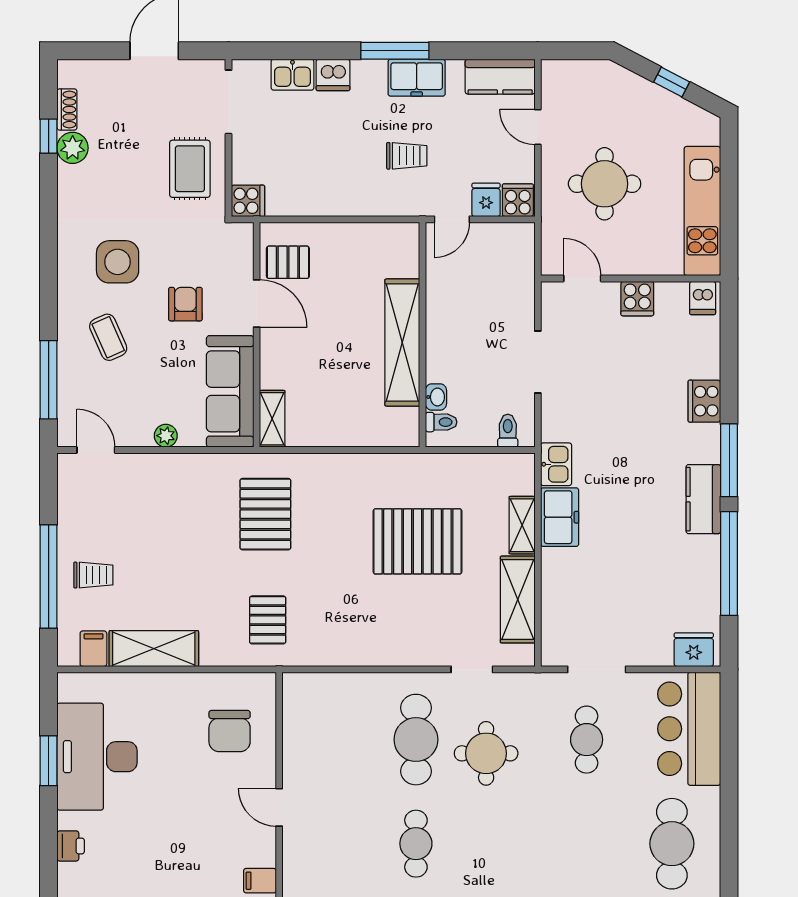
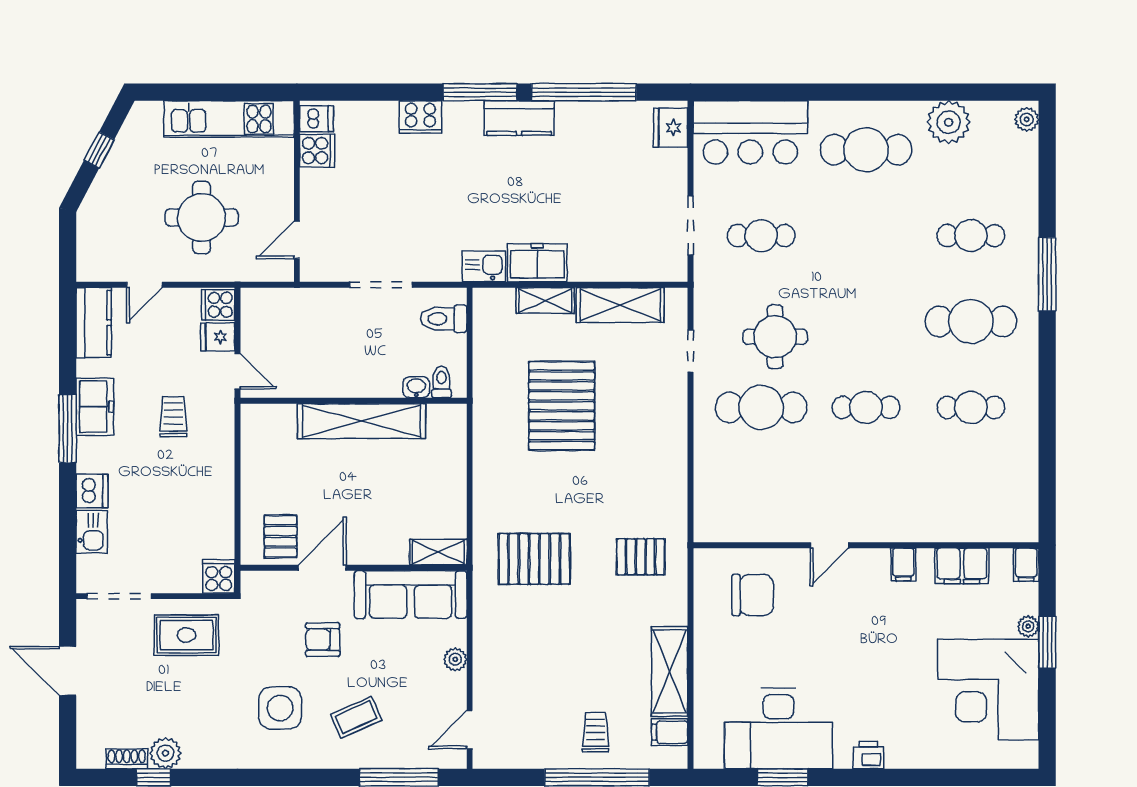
cooker: (637, 299) -> (317, 151), moved
toilet: (508, 431) -> (444, 319), width x1.37, depth x1.39

